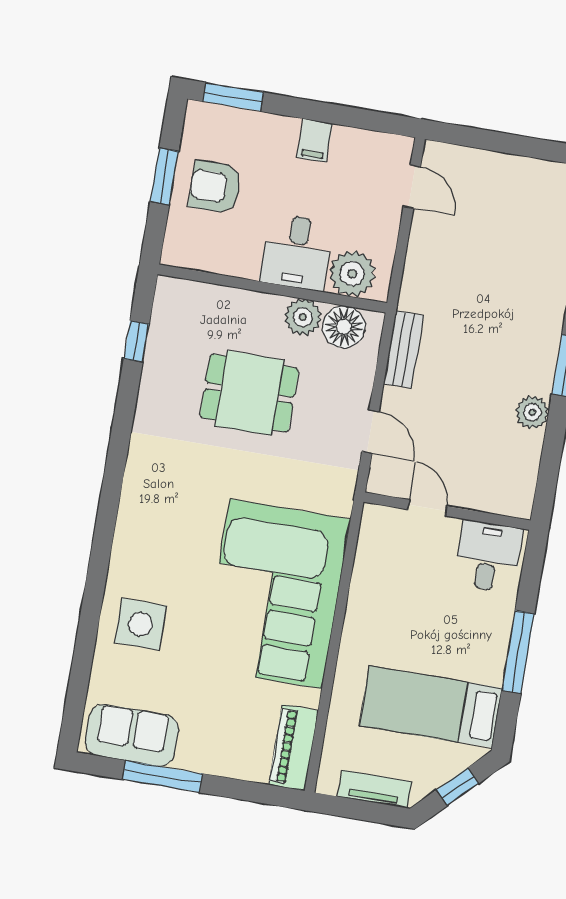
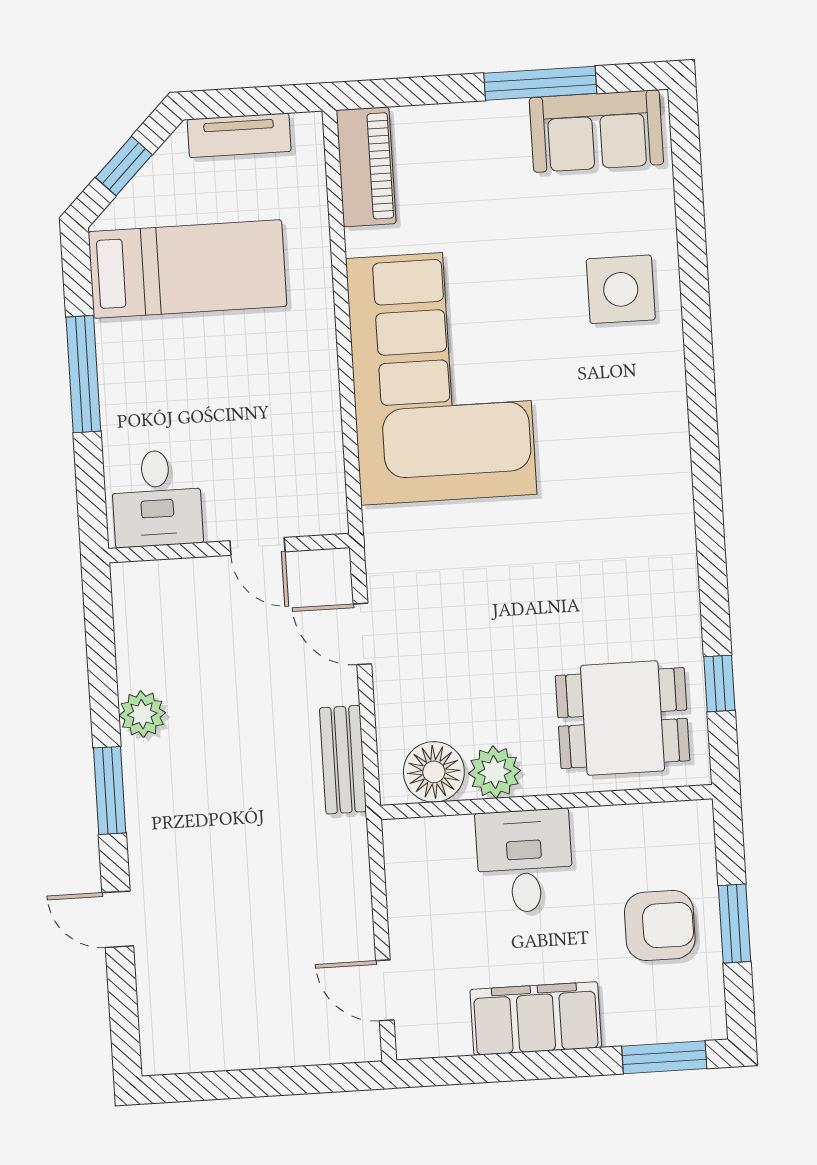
filing cabinet: (315, 140) -> (536, 1018), width x3.00, depth x1.17
plant: (352, 274) -> (440, 849), removed
dining table: (249, 393) -> (623, 718), moved

